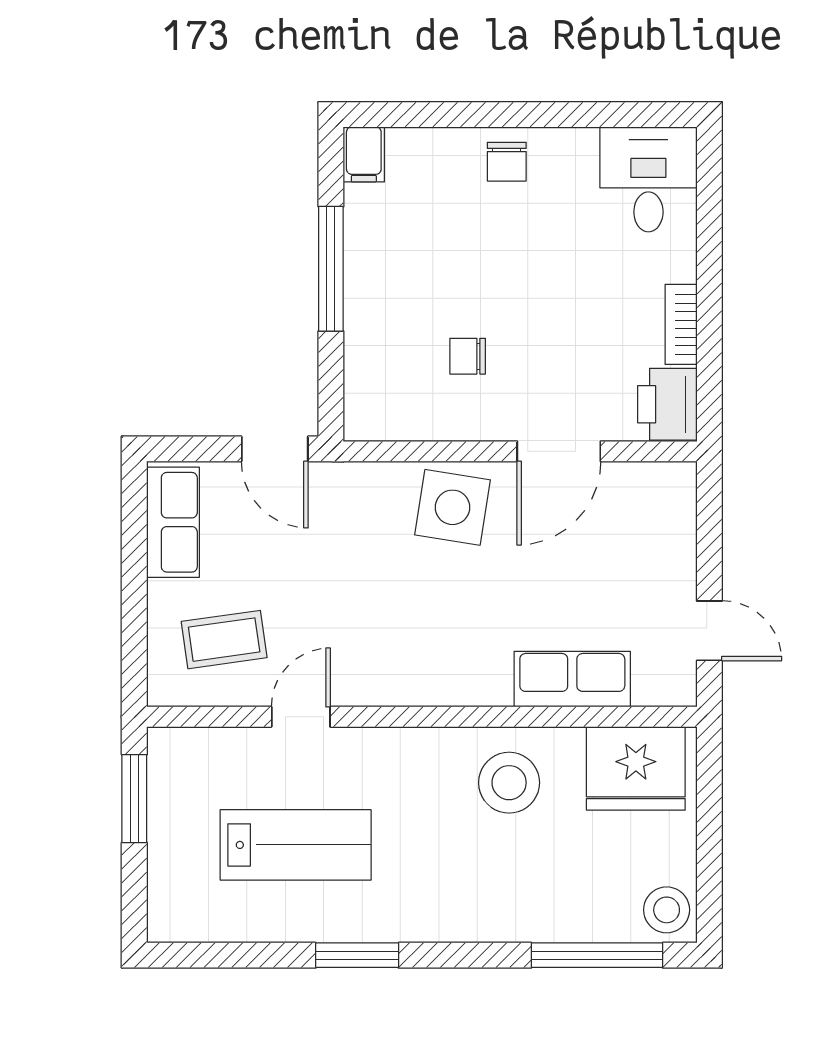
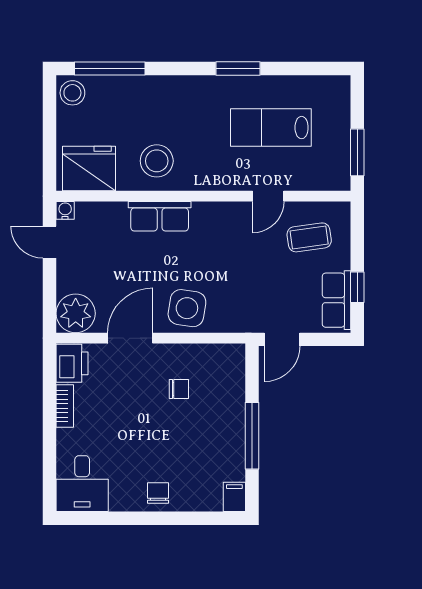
door: (275, 449) -> (282, 339), swing flipped
plant: (661, 498) -> (76, 313), added
window: (134, 546) -> (357, 287), added
row of seats: (572, 679) -> (160, 216), moved
water cooler: (680, 690) -> (65, 210), added

